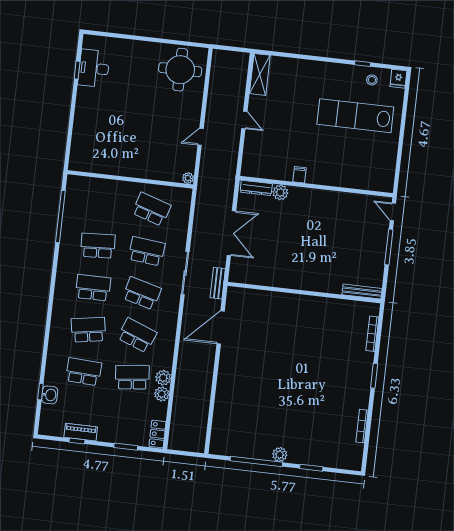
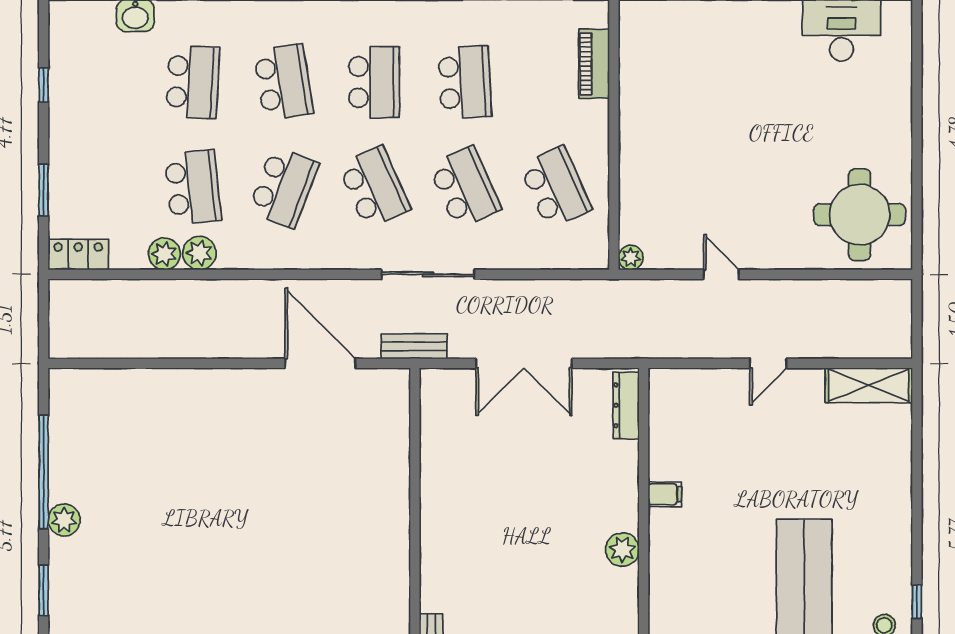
plant: (280, 192) -> (622, 550), moved
school desk: (151, 209) -> (555, 187), turned -42
school desk: (147, 251) -> (465, 187), turned -30
school desk: (142, 293) -> (374, 187), turned -39
piano: (81, 432) -> (594, 64), moved, turned 180

